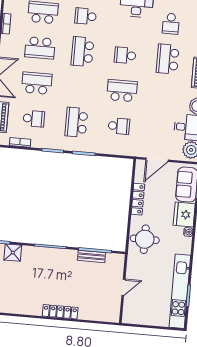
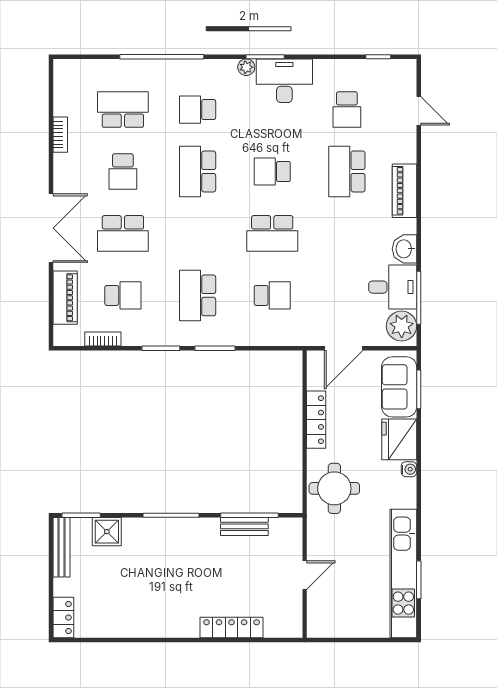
school desk: (40, 48) -> (123, 171), width x0.54
school desk: (37, 83) -> (123, 233), turned 180
school desk: (122, 91) -> (272, 233), turned 180
locker: (60, 312) -> (232, 627), moved

